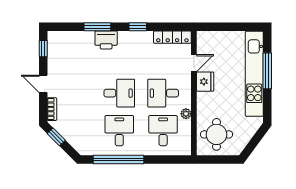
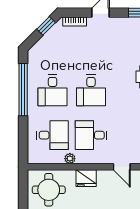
fridge: (205, 82) -> (86, 178), moved
desk: (163, 93) -> (91, 135), turned -90
desk: (119, 131) -> (53, 90), turned 90

